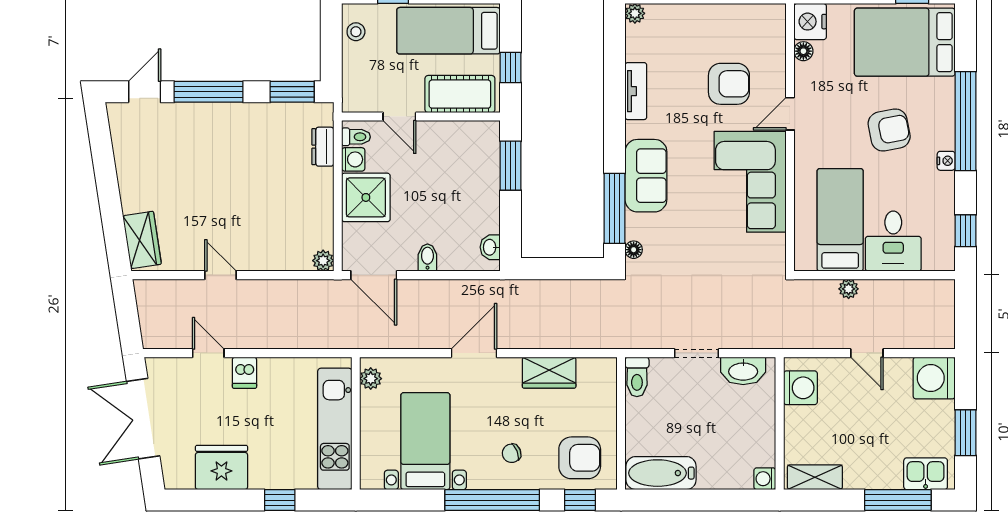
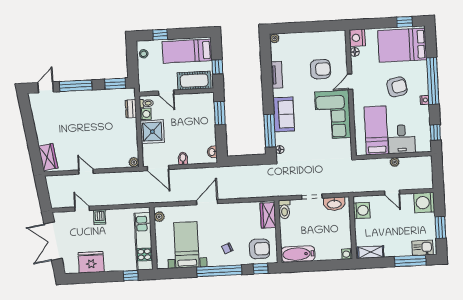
plant: (849, 289) -> (395, 162), moved
wardrobe: (549, 373) -> (268, 215), moved, turned 90
window: (280, 500) -> (131, 276), moved

